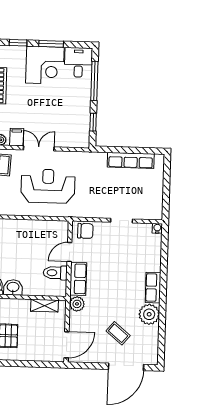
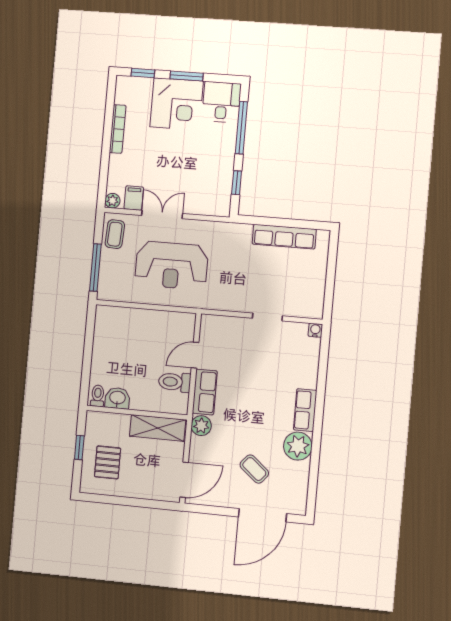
reception desk: (48, 186) -> (171, 265), turned 180
chair: (85, 231) -> (218, 328), removed
shelving: (45, 306) -> (158, 428), width x1.50, depth x1.33

